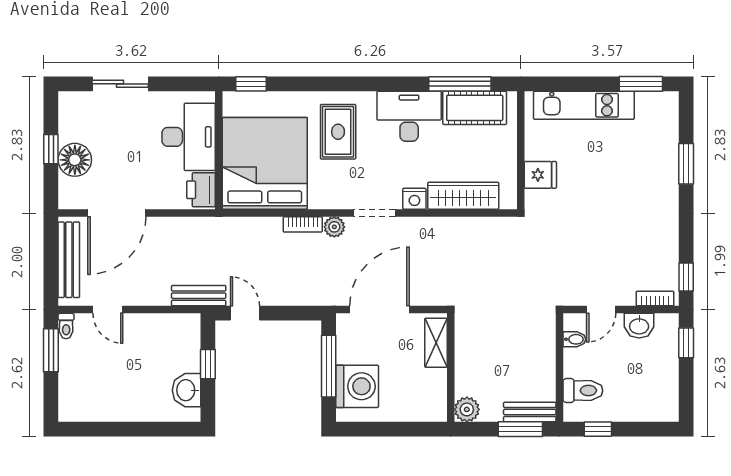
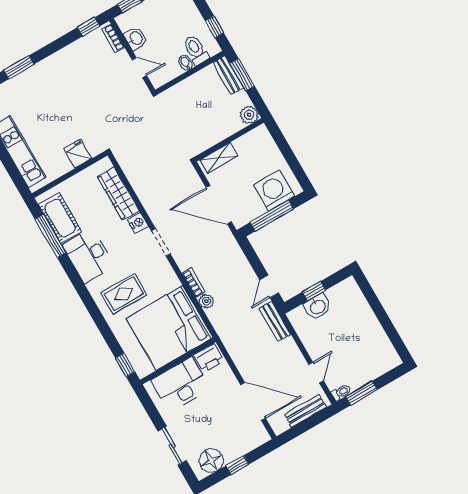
floor lamp: (75, 160) -> (211, 461), moved
plant: (334, 227) -> (206, 301), moved
bench: (69, 260) -> (305, 411), width x0.73
bidet: (574, 339) -> (185, 63), moved
washbasin: (187, 390) -> (317, 307), moved

